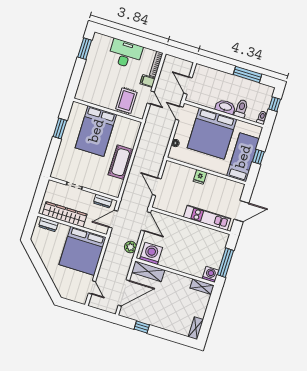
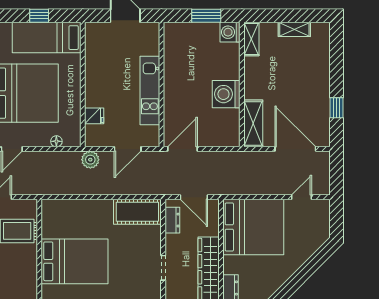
cot: (121, 162) -> (137, 212), moved
fridge: (200, 177) -> (94, 116), moved
kitchen unit: (207, 218) -> (150, 90), moved
plant: (130, 247) -> (90, 160), moved
washing machine: (151, 253) -> (226, 94), moved
window: (226, 263) -> (206, 16), width x0.69
shelving: (196, 328) -> (294, 29), moved

